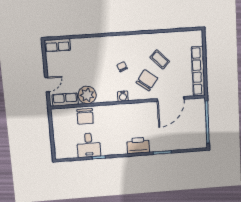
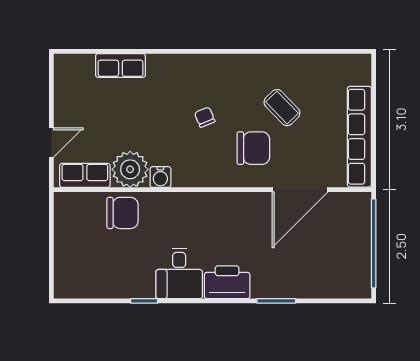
row of seats: (57, 45) -> (120, 65), moved
chair: (147, 80) -> (253, 148), turned 53
water cooler: (123, 96) -> (160, 177), moved
chair: (85, 116) -> (122, 213), turned -90
desk: (89, 145) -> (179, 274), moved

